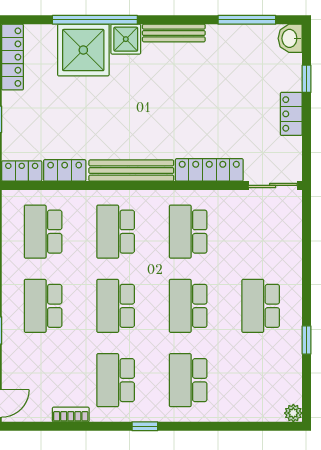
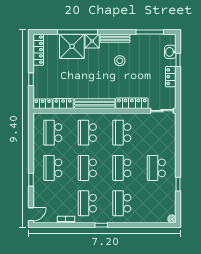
washbasin: (290, 38) -> (170, 52), moved
stool: (184, 80) -> (120, 61), added

